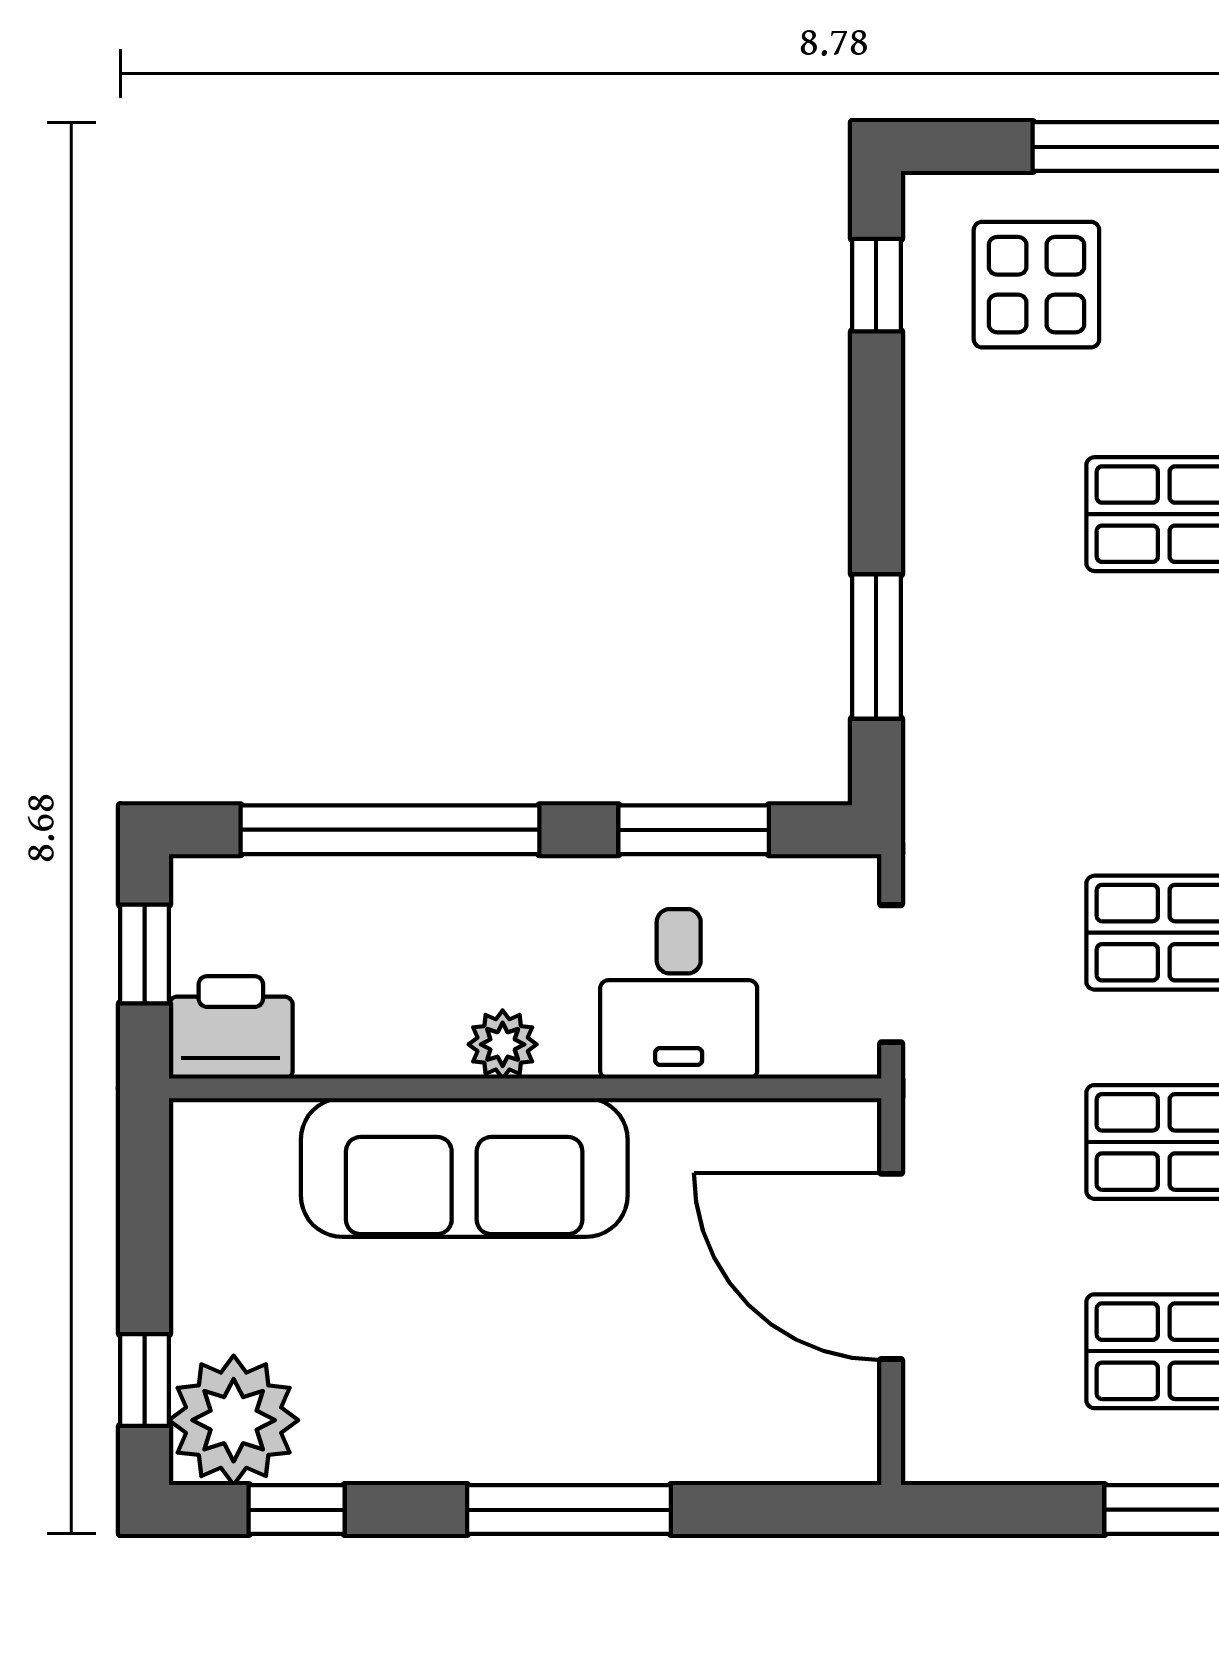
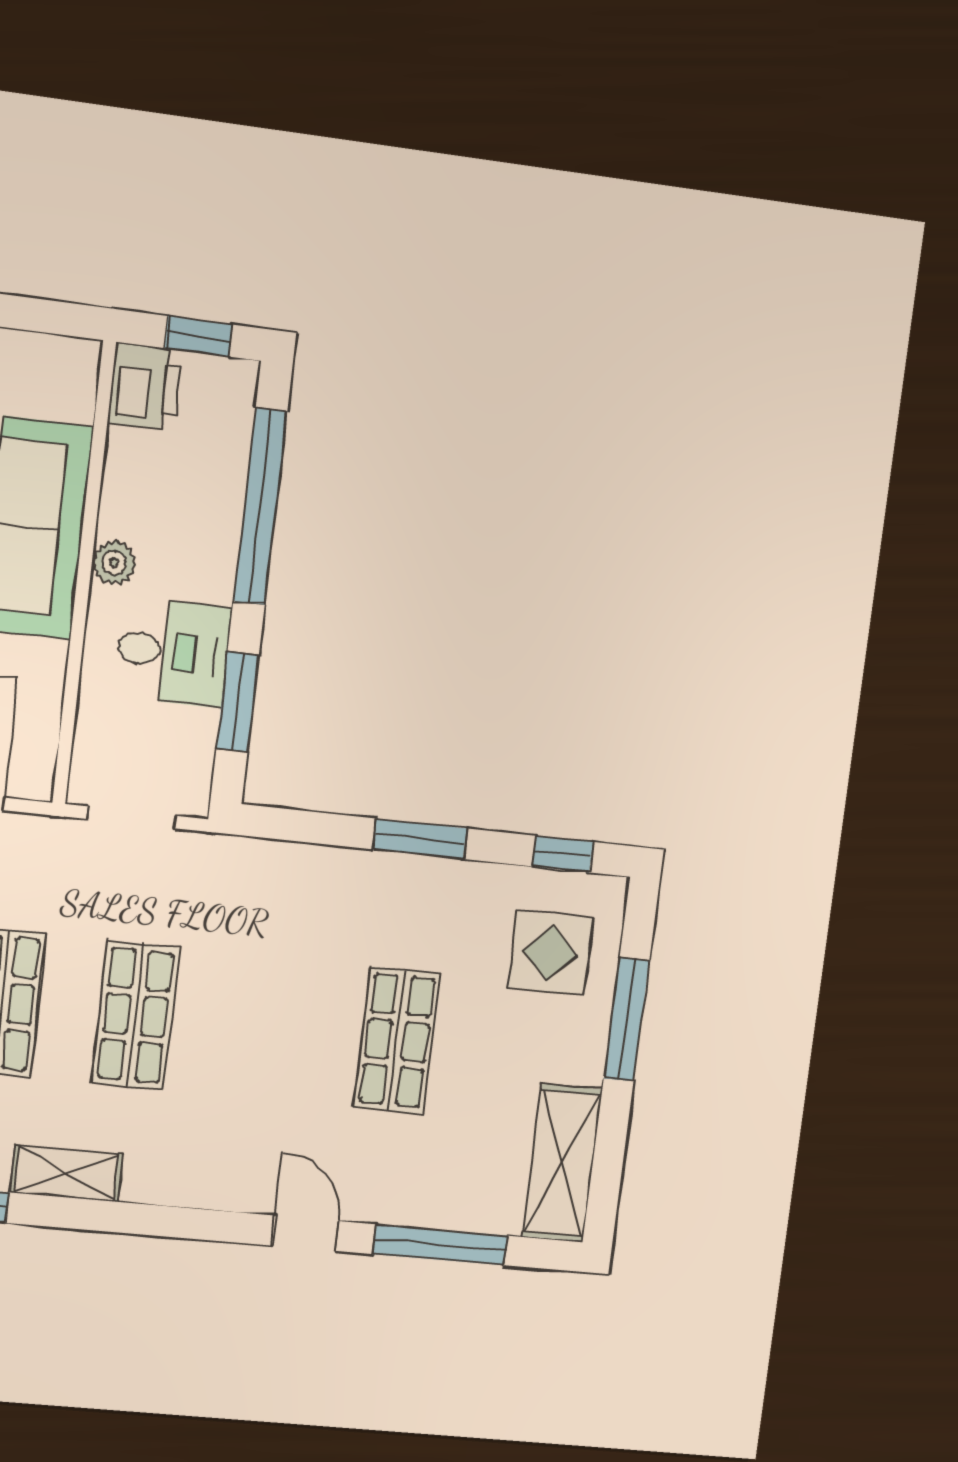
window: (876, 647) -> (420, 839), moved
desk: (679, 994) -> (173, 652), moved, turned 180

